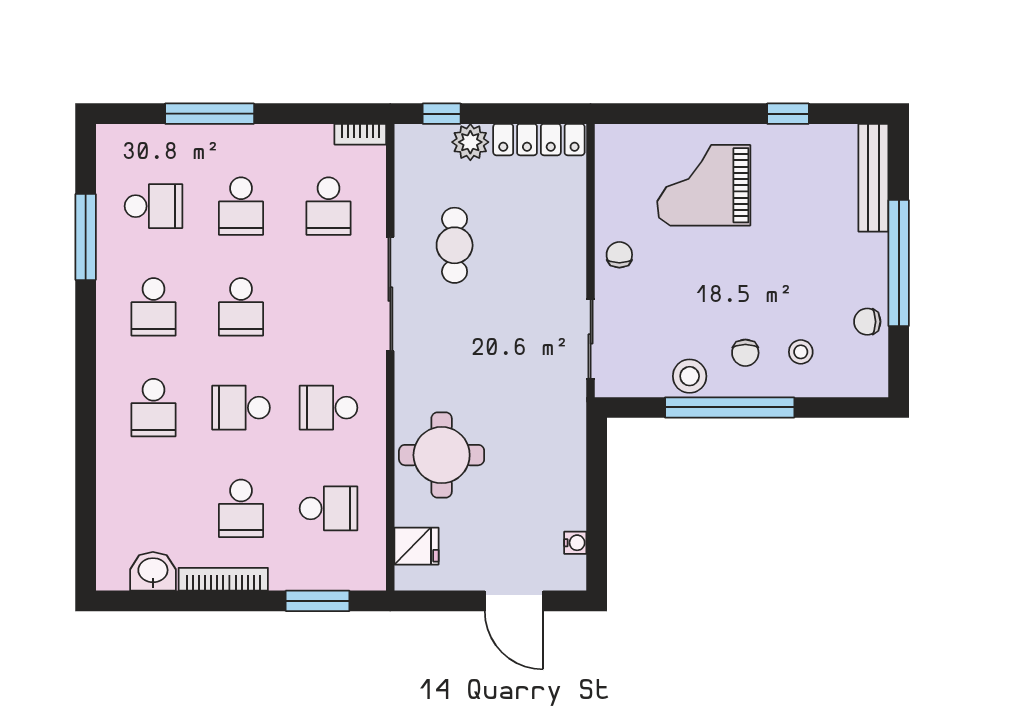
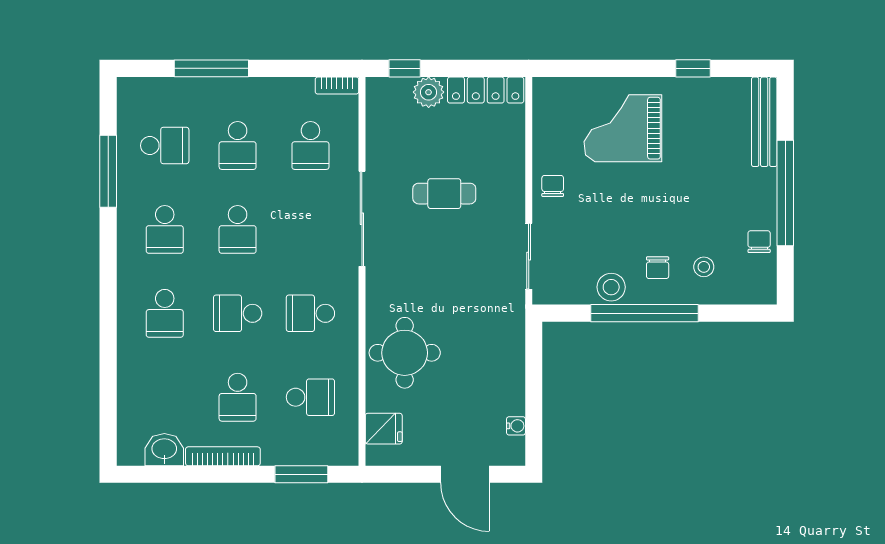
cafe table: (455, 245) -> (444, 194), moved, turned 90
chair: (867, 322) -> (759, 242), turned 90

